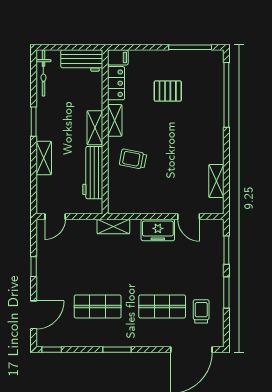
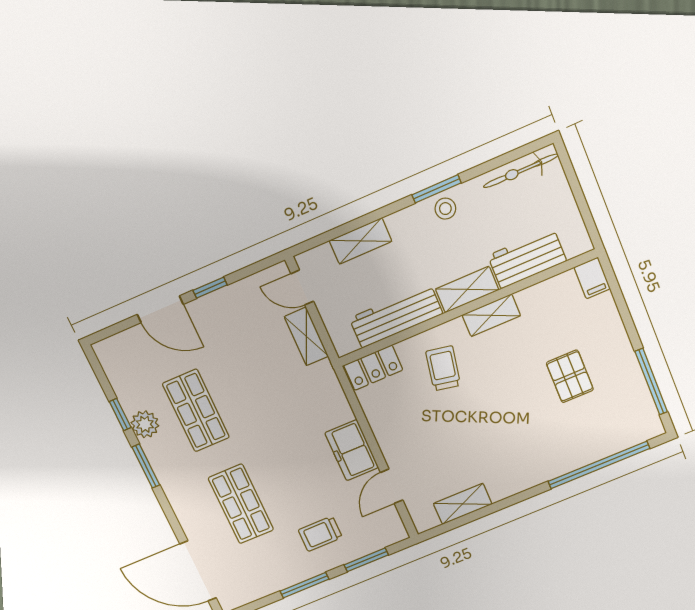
workbench: (82, 61) -> (527, 258), moved, turned 90
locker: (116, 83) -> (373, 368), moved
stool: (46, 121) -> (445, 209), added
shelving: (44, 158) -> (361, 241), moved
shelving: (113, 227) -> (306, 336), moved
trolley: (201, 311) -> (320, 534), moved, turned 180
door: (34, 315) -> (160, 309), moved
plant: (93, 339) -> (145, 424), added
window: (52, 350) -> (120, 414), moved

